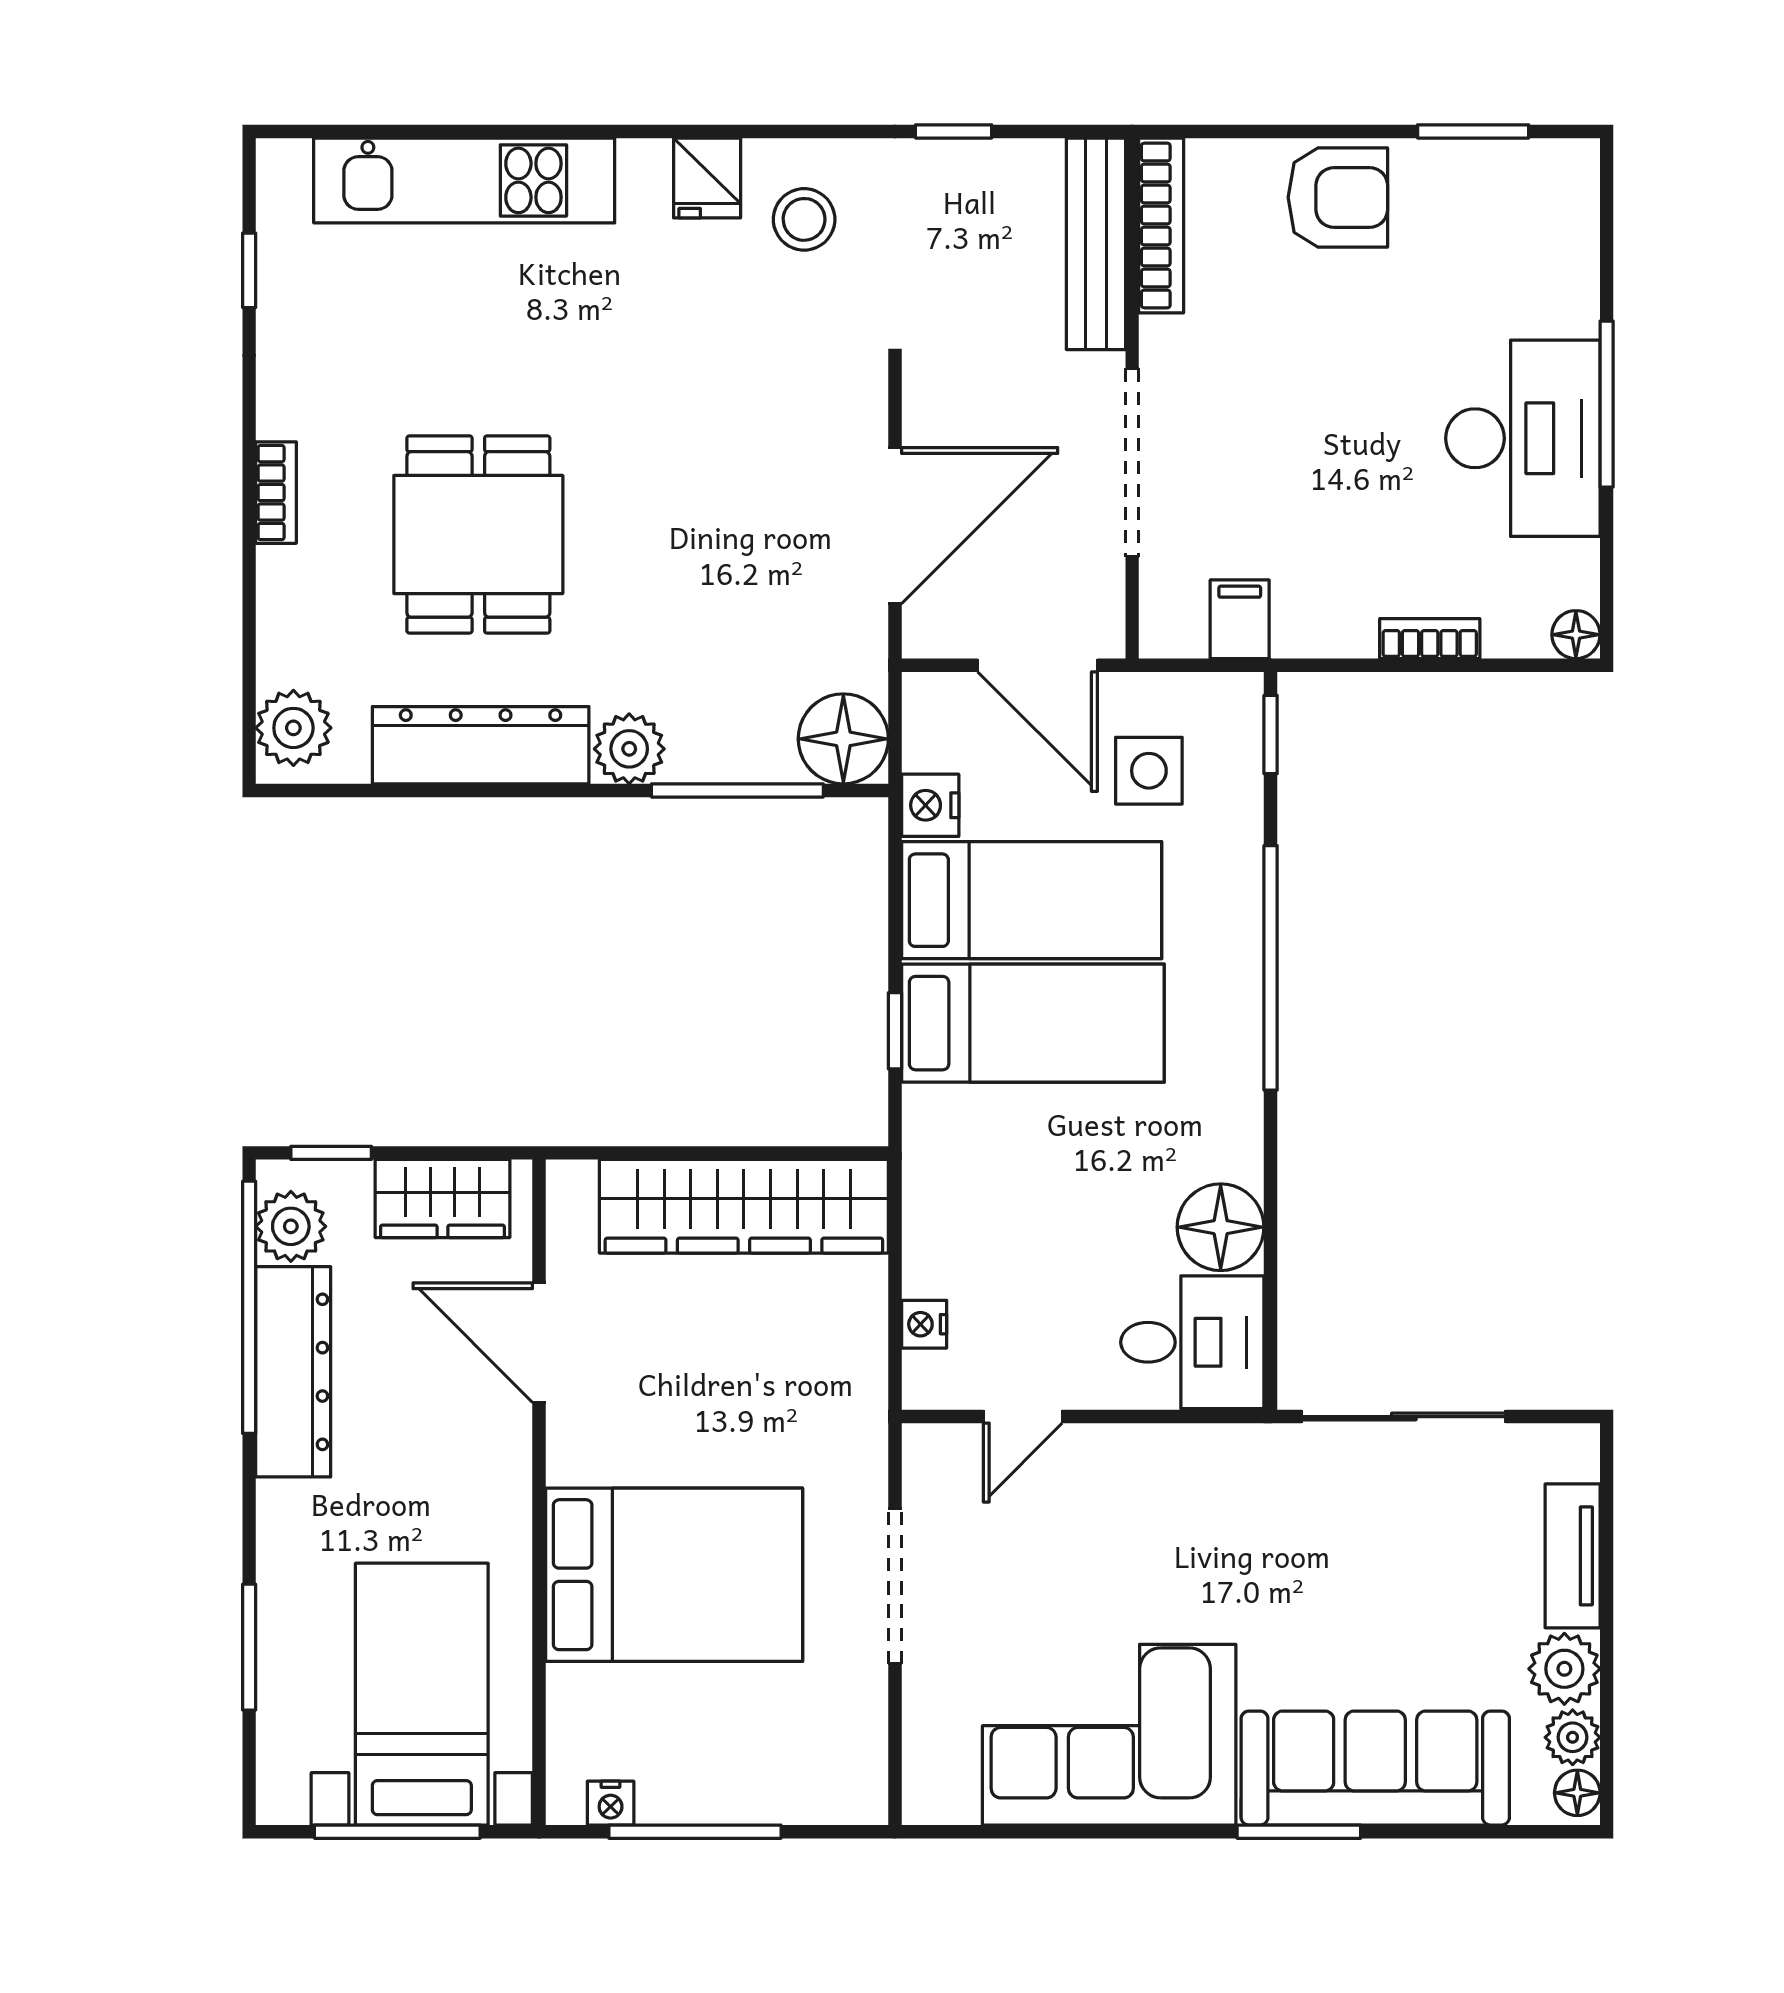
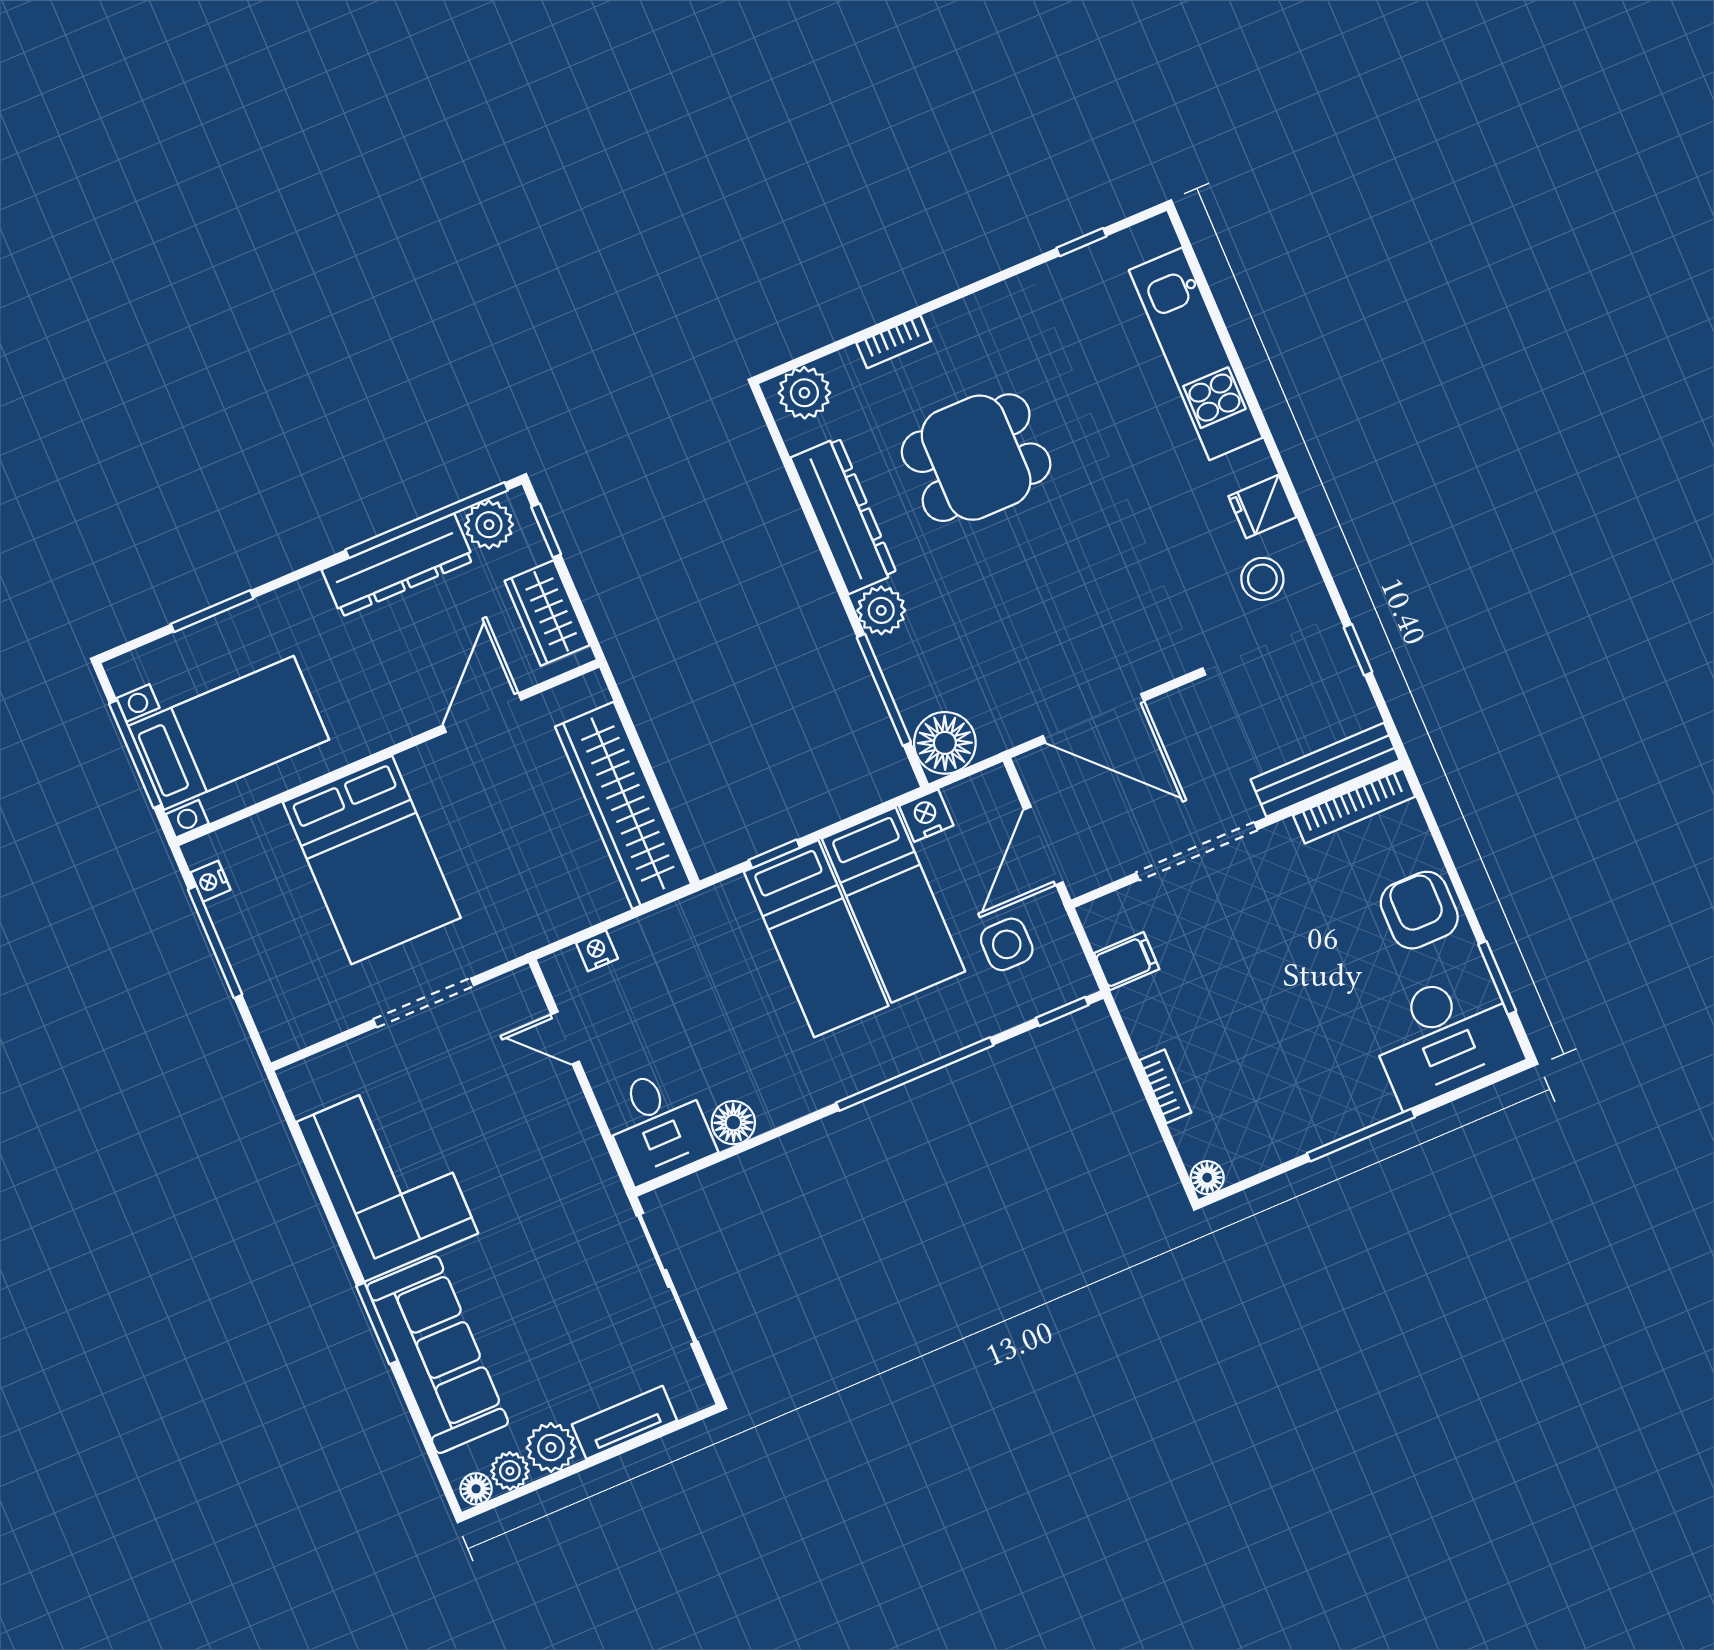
armchair: (1338, 197) -> (1419, 910), turned 180
desk: (1523, 438) -> (1444, 1037), moved
bookcase: (276, 493) -> (894, 342), moved
floor lamp: (1221, 1227) -> (733, 1123), width x0.73, depth x0.73

